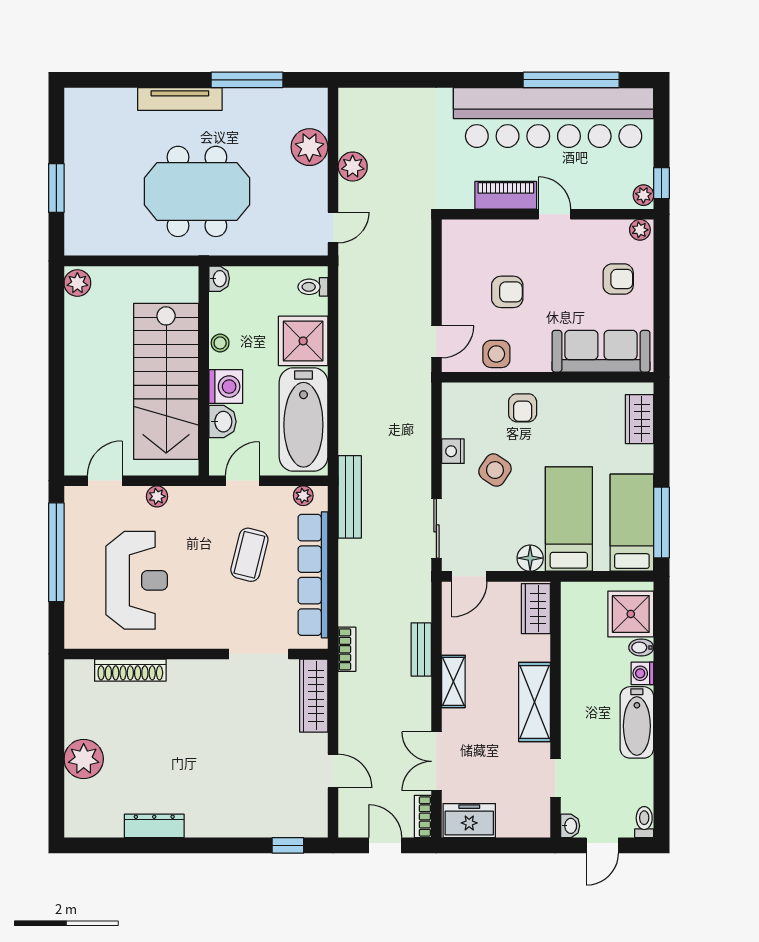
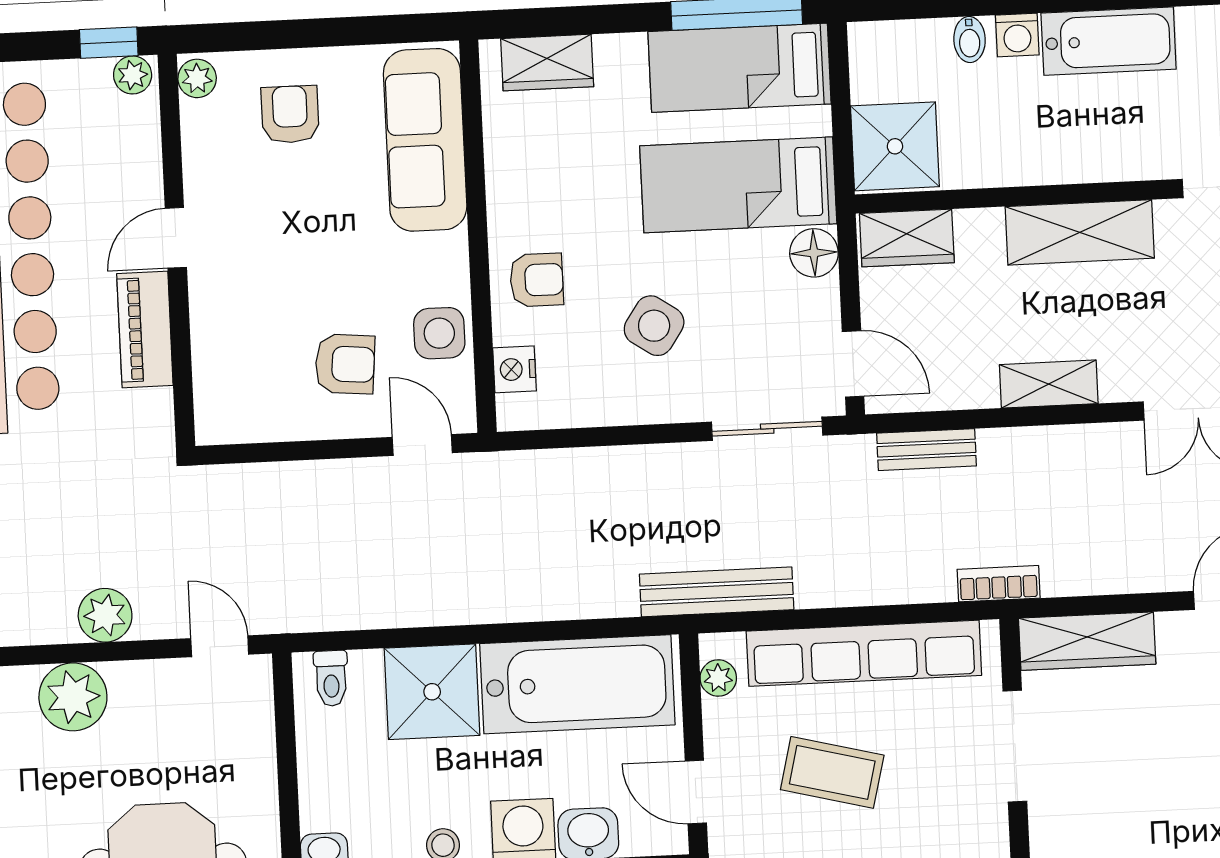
armchair: (507, 292) -> (345, 364), moved, turned 95
nightstand: (453, 451) -> (515, 369), moved, turned 90
shower: (631, 614) -> (895, 146), moved
bench: (421, 649) -> (926, 450), moved

